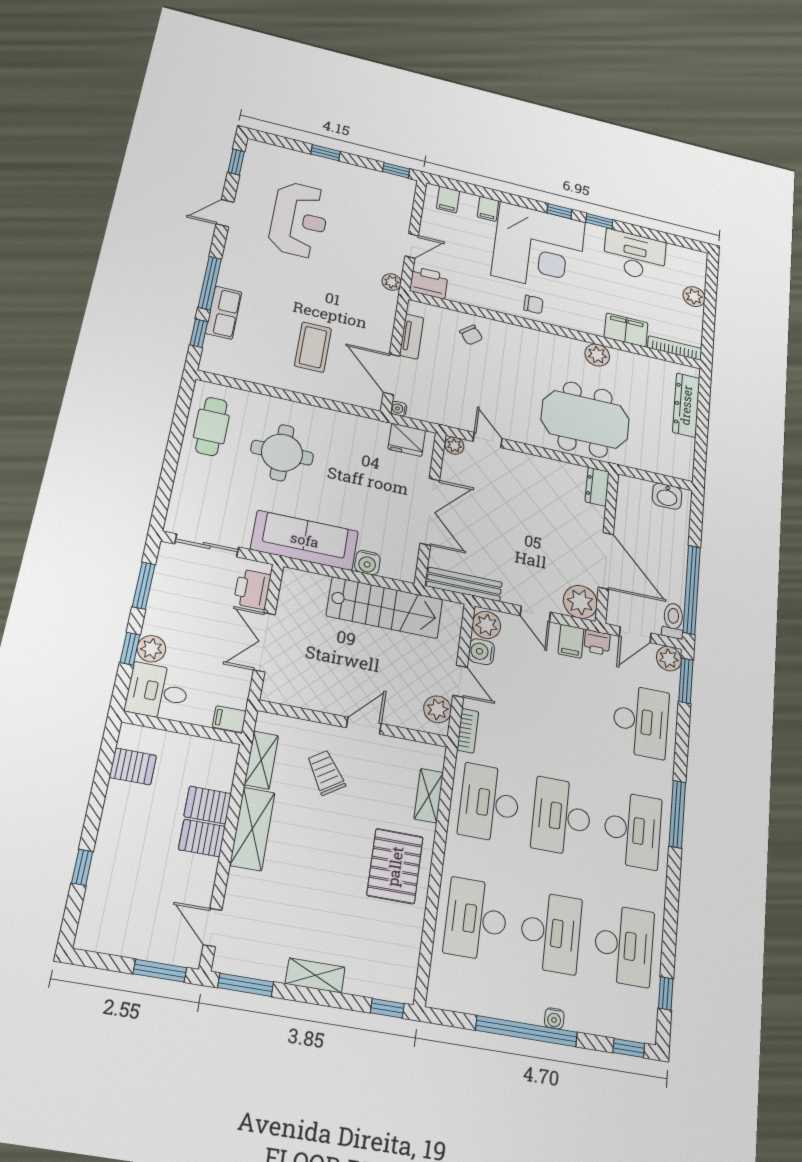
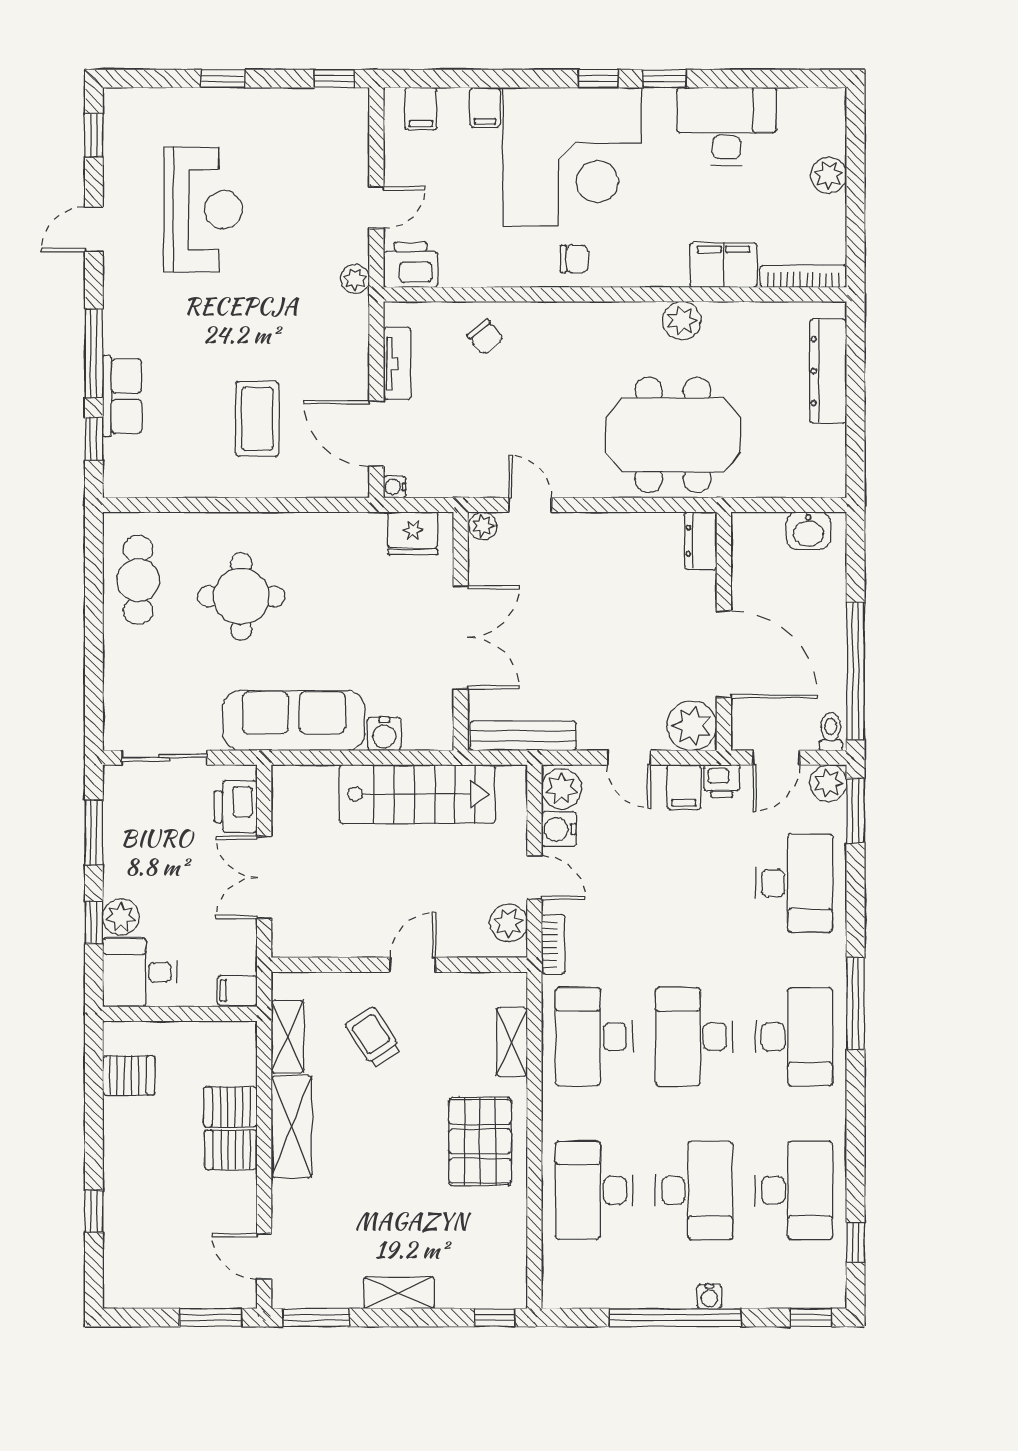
toilet: (673, 621) -> (831, 732), width x0.73, depth x0.72

